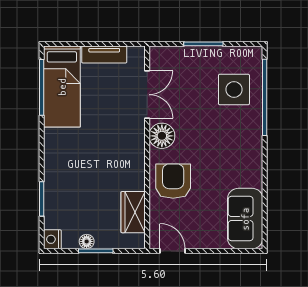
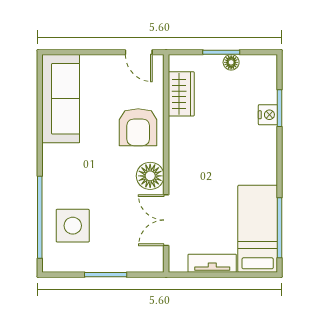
sofa: (245, 219) -> (61, 99), width x1.36
nightstand: (52, 239) -> (268, 115), moved

